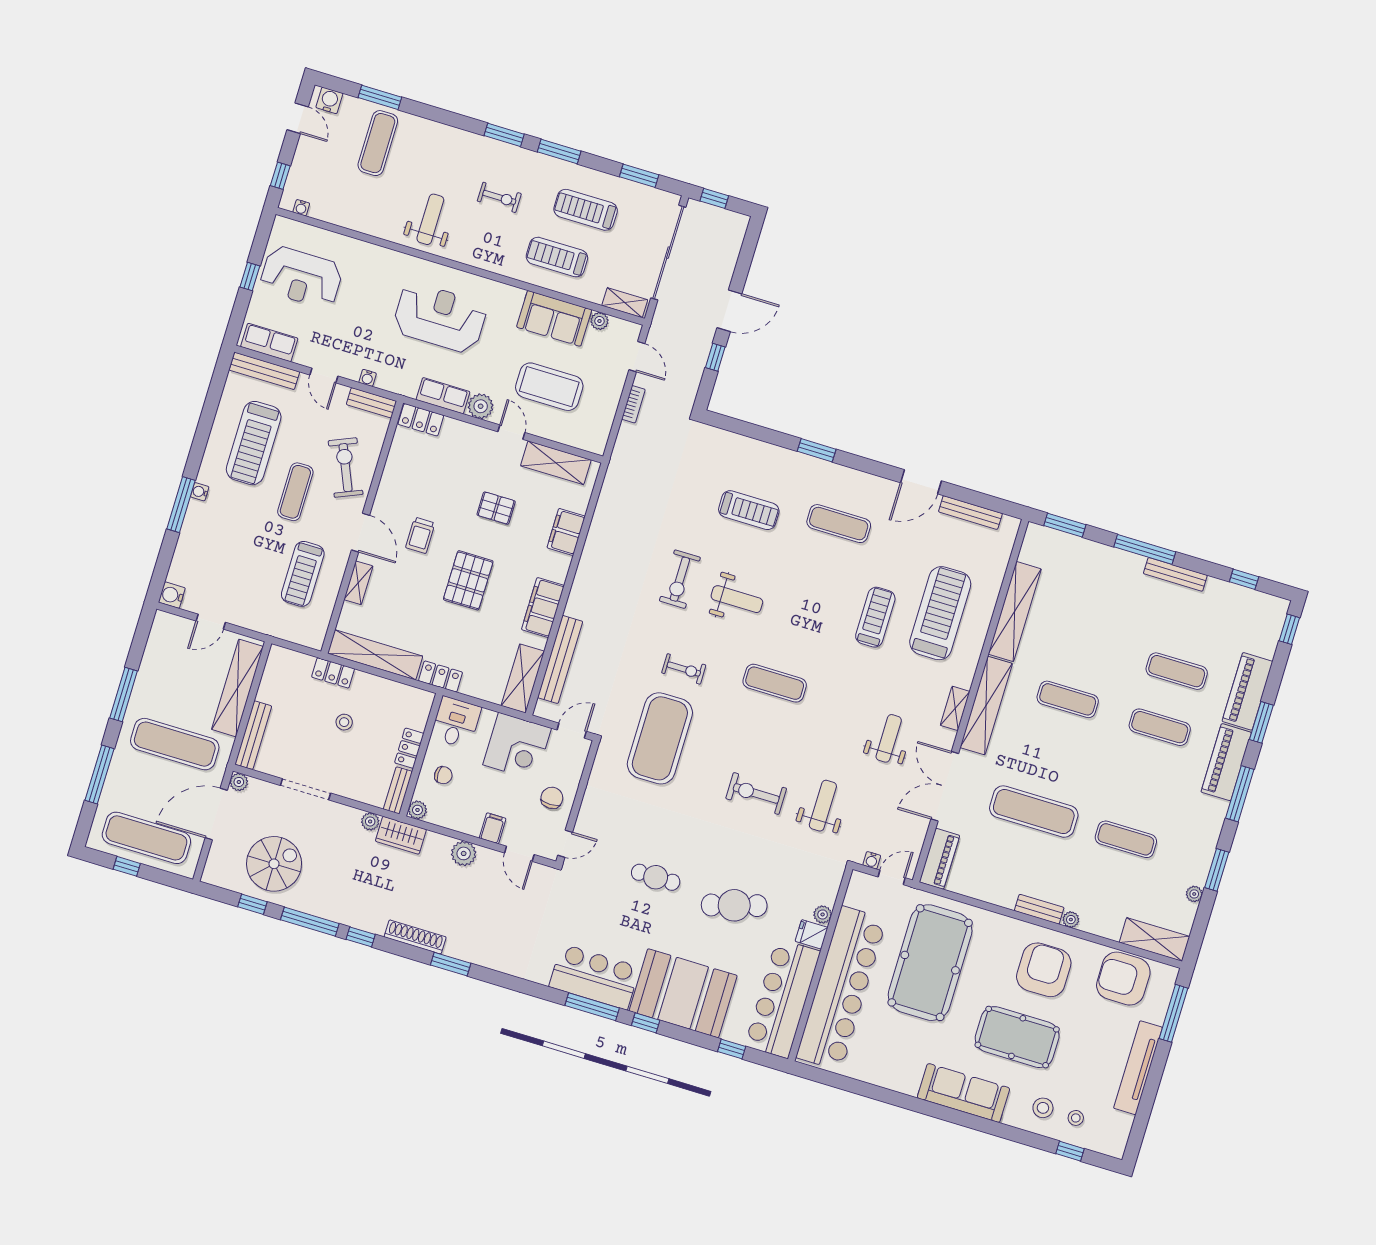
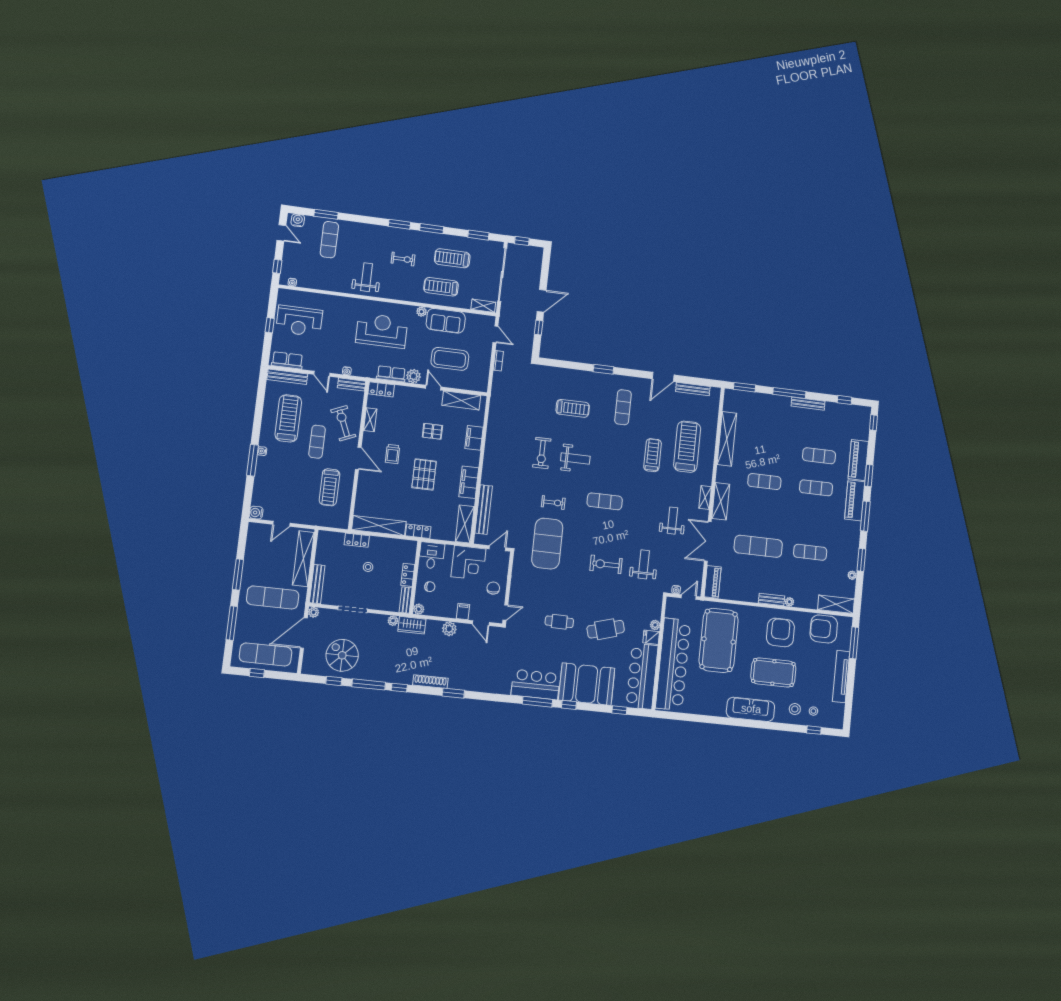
plant: (599, 321) -> (422, 312), moved
treadmill: (254, 443) -> (288, 418), turned 180
exercise mat: (839, 524) -> (623, 407), turned 90
shelving: (358, 583) -> (370, 420), moved
shelving: (986, 705) -> (721, 501), width x0.68
spiral stairs: (274, 864) -> (342, 655), turned -90

